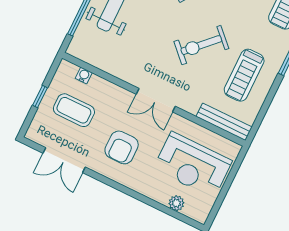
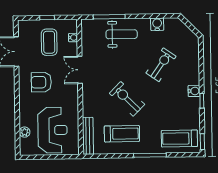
treadmill: (244, 75) -> (122, 134), turned 180
double door: (156, 100) -> (80, 70), moved
reception desk: (193, 165) -> (52, 130), turned 180

